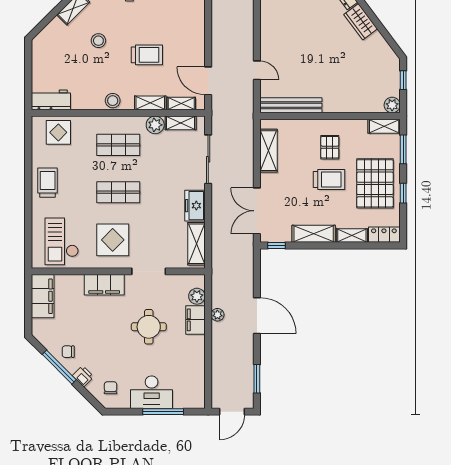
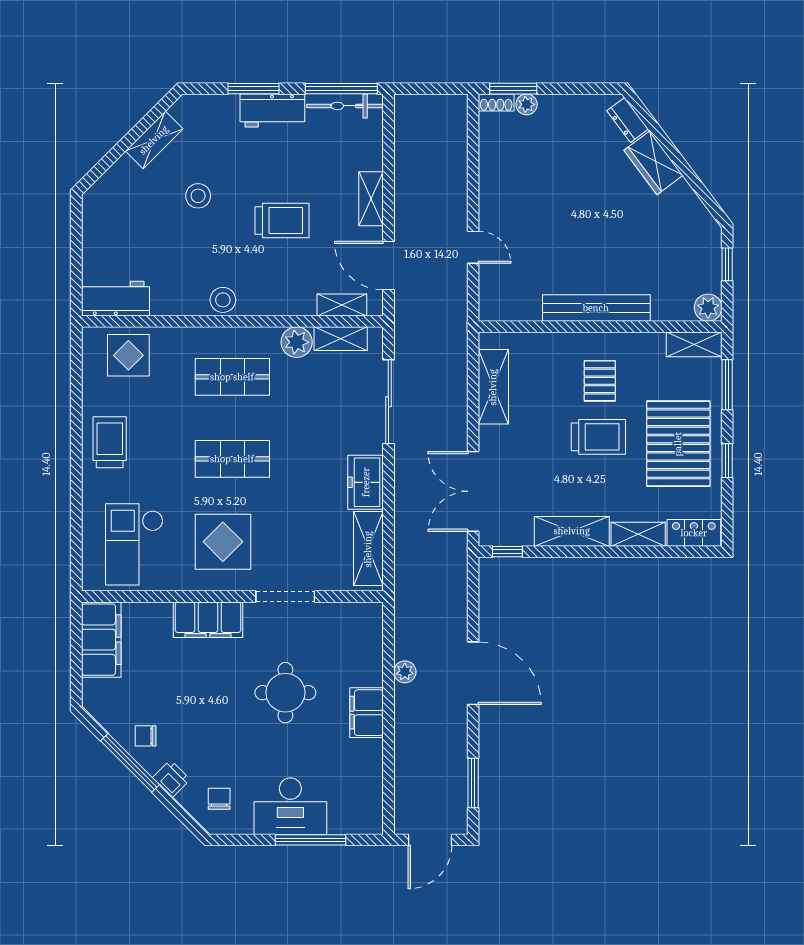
shelving: (150, 103) -> (371, 199), moved, turned 90
bench: (291, 105) -> (596, 308), moved
plant: (197, 296) -> (369, 640), removed
filing cabinet: (195, 320) -> (367, 713), moved

